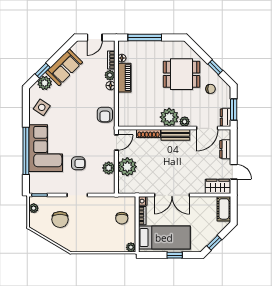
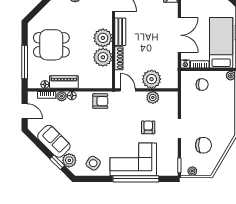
dining table: (182, 74) -> (51, 45), moved, turned 90
plant: (185, 122) -> (103, 57), moved, width x1.88, depth x1.88

